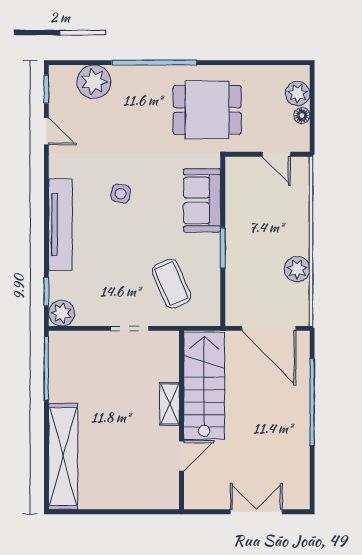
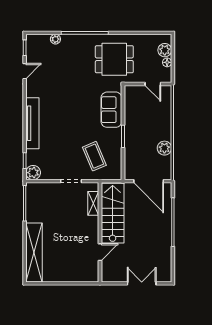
plant: (94, 82) -> (55, 39), width x0.53, depth x0.53
door: (46, 131) -> (25, 71), hinge flipped
side table: (121, 194) -> (66, 106), removed
shelving: (170, 404) -> (93, 203), moved

